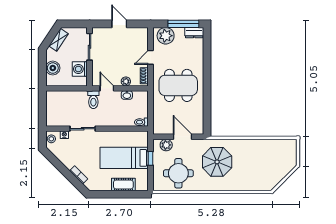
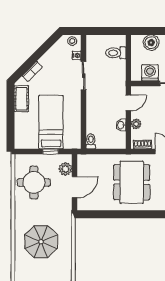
toilet: (93, 100) -> (116, 53), moved
parasol: (217, 162) -> (41, 242), moved
cot: (123, 184) -> (21, 99), moved

